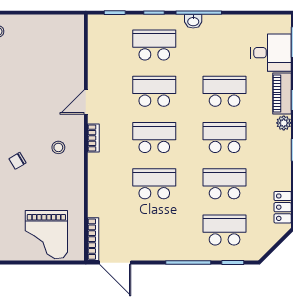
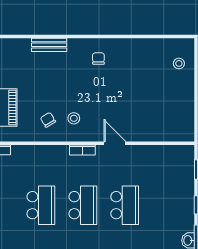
school desk: (154, 45) -> (167, 205), removed
chair: (18, 161) -> (48, 120), moved

